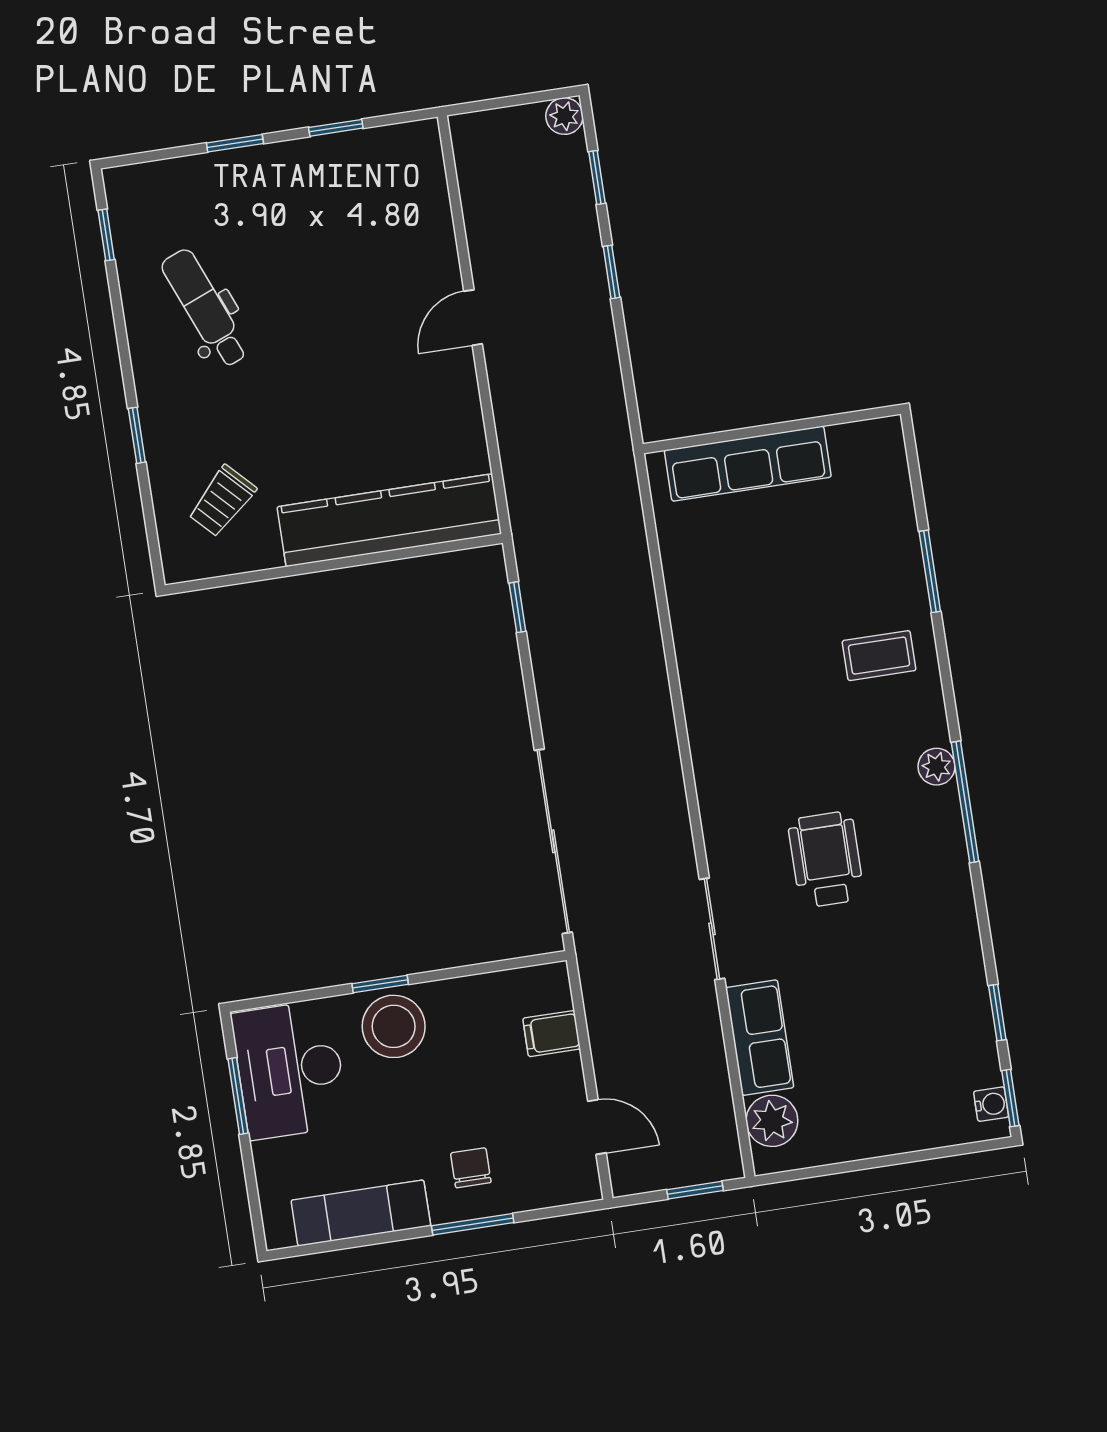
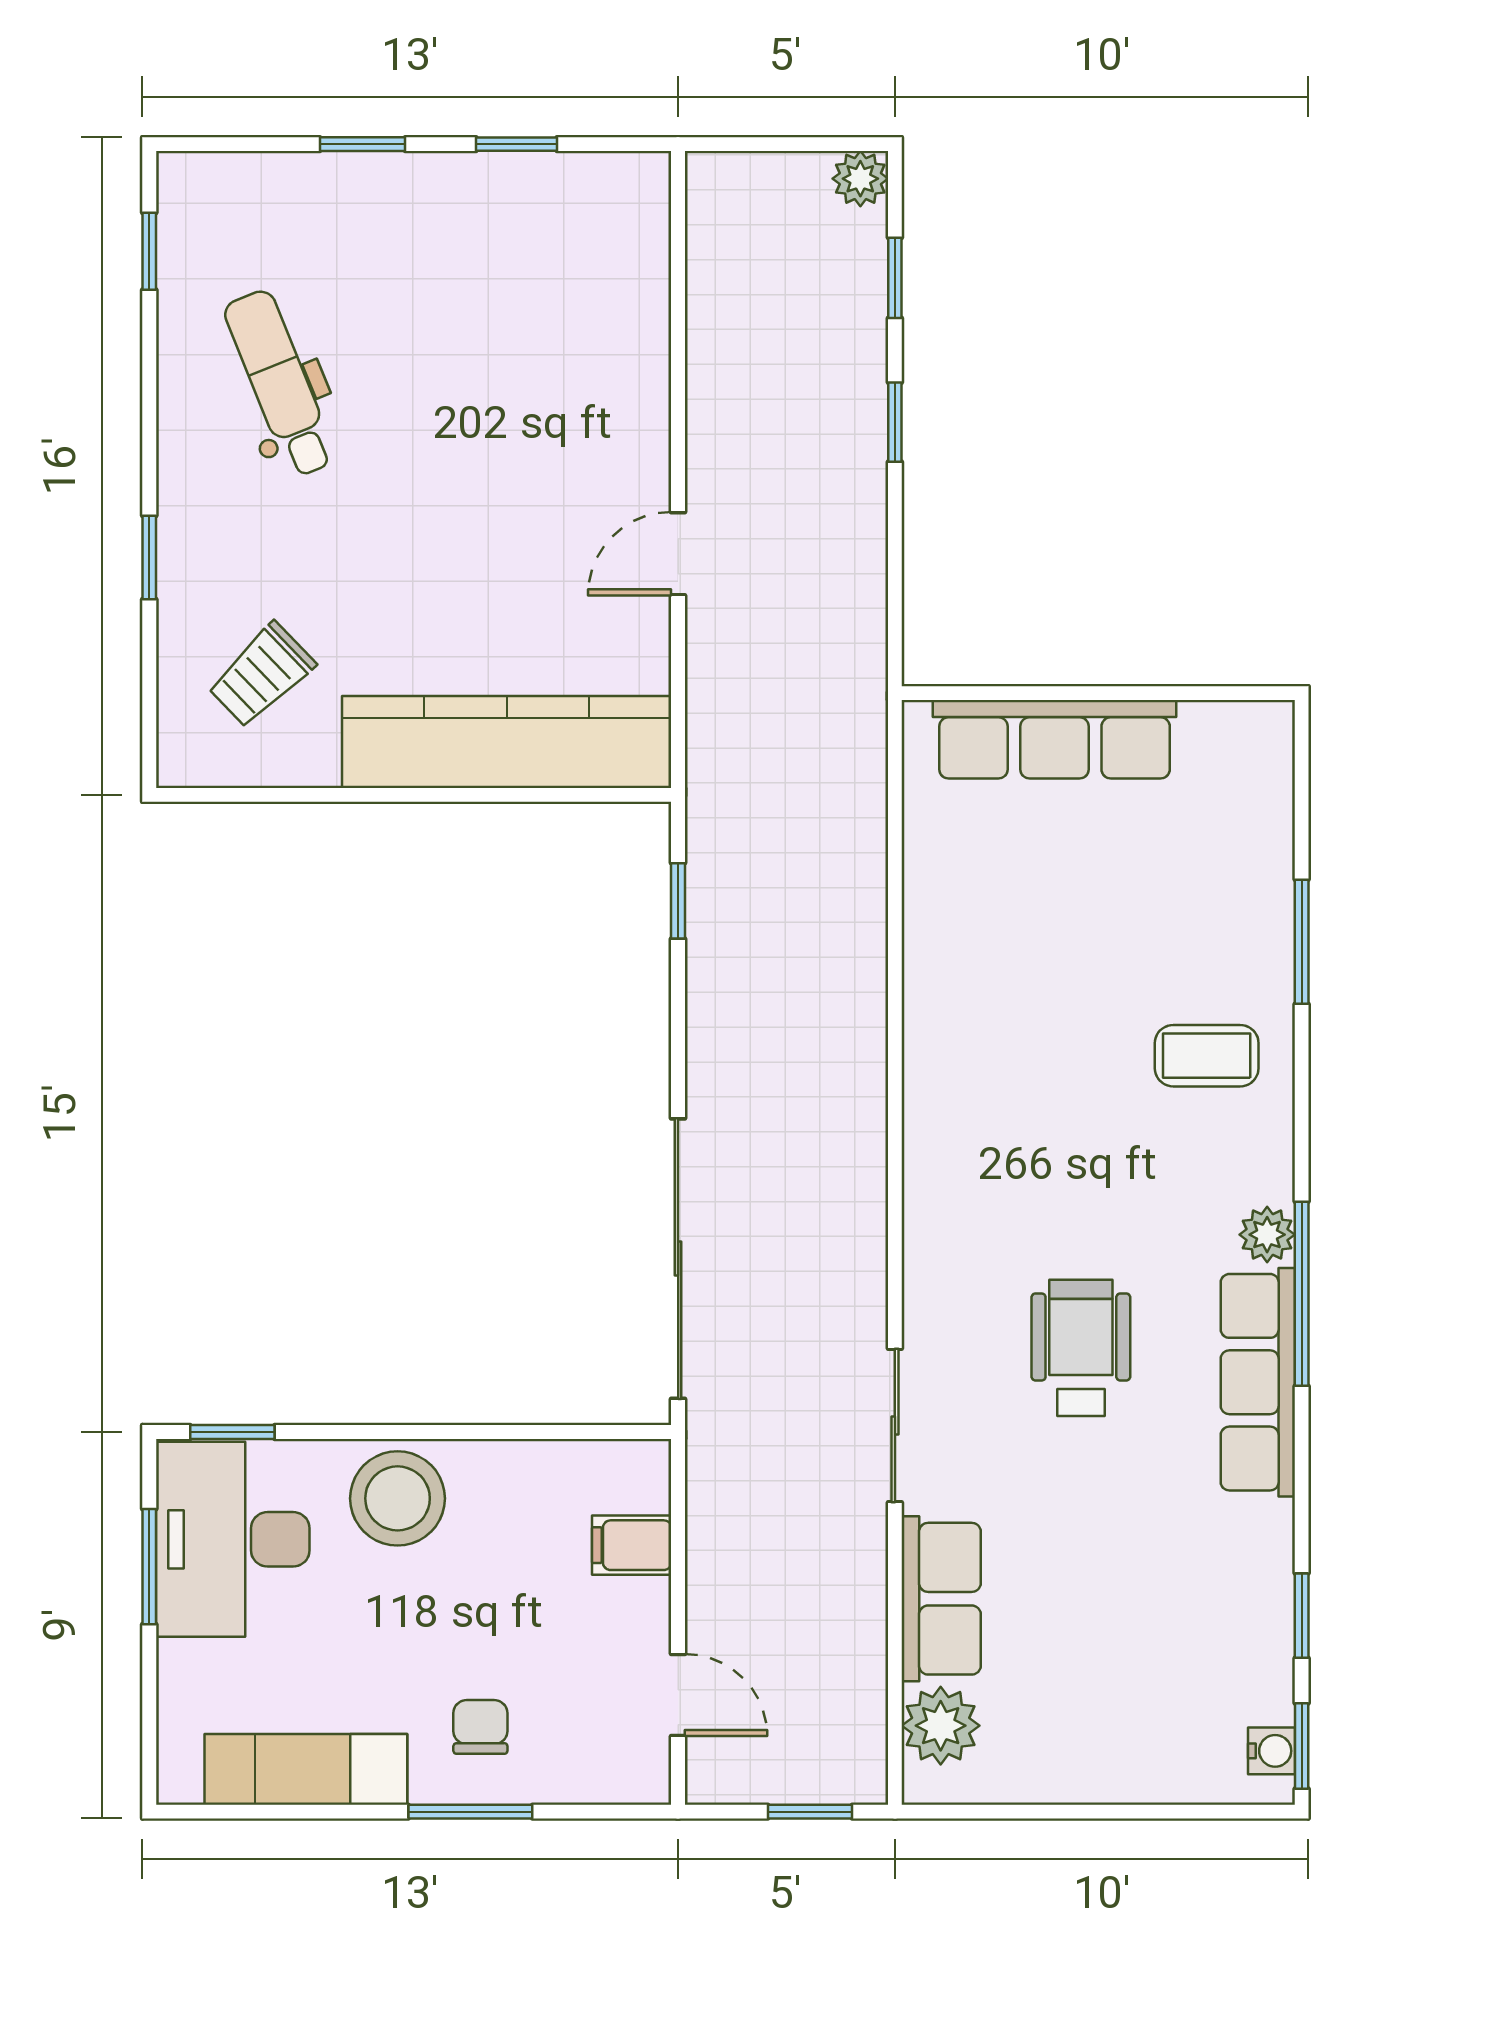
door: (473, 318) -> (678, 554), moved
row of seats: (945, 864) -> (1258, 1382), added
window: (380, 984) -> (232, 1432), moved

